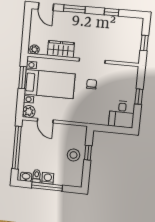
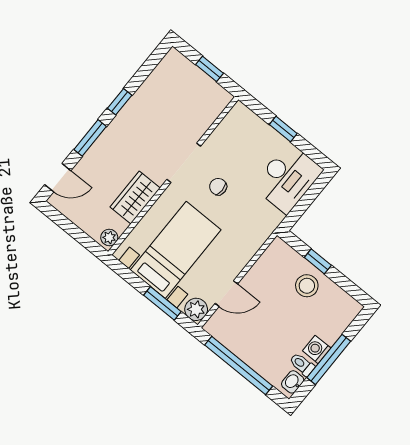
window: (112, 12) -> (120, 102), moved
window: (23, 77) -> (162, 303), moved
desk: (122, 114) -> (288, 178), width x1.37

